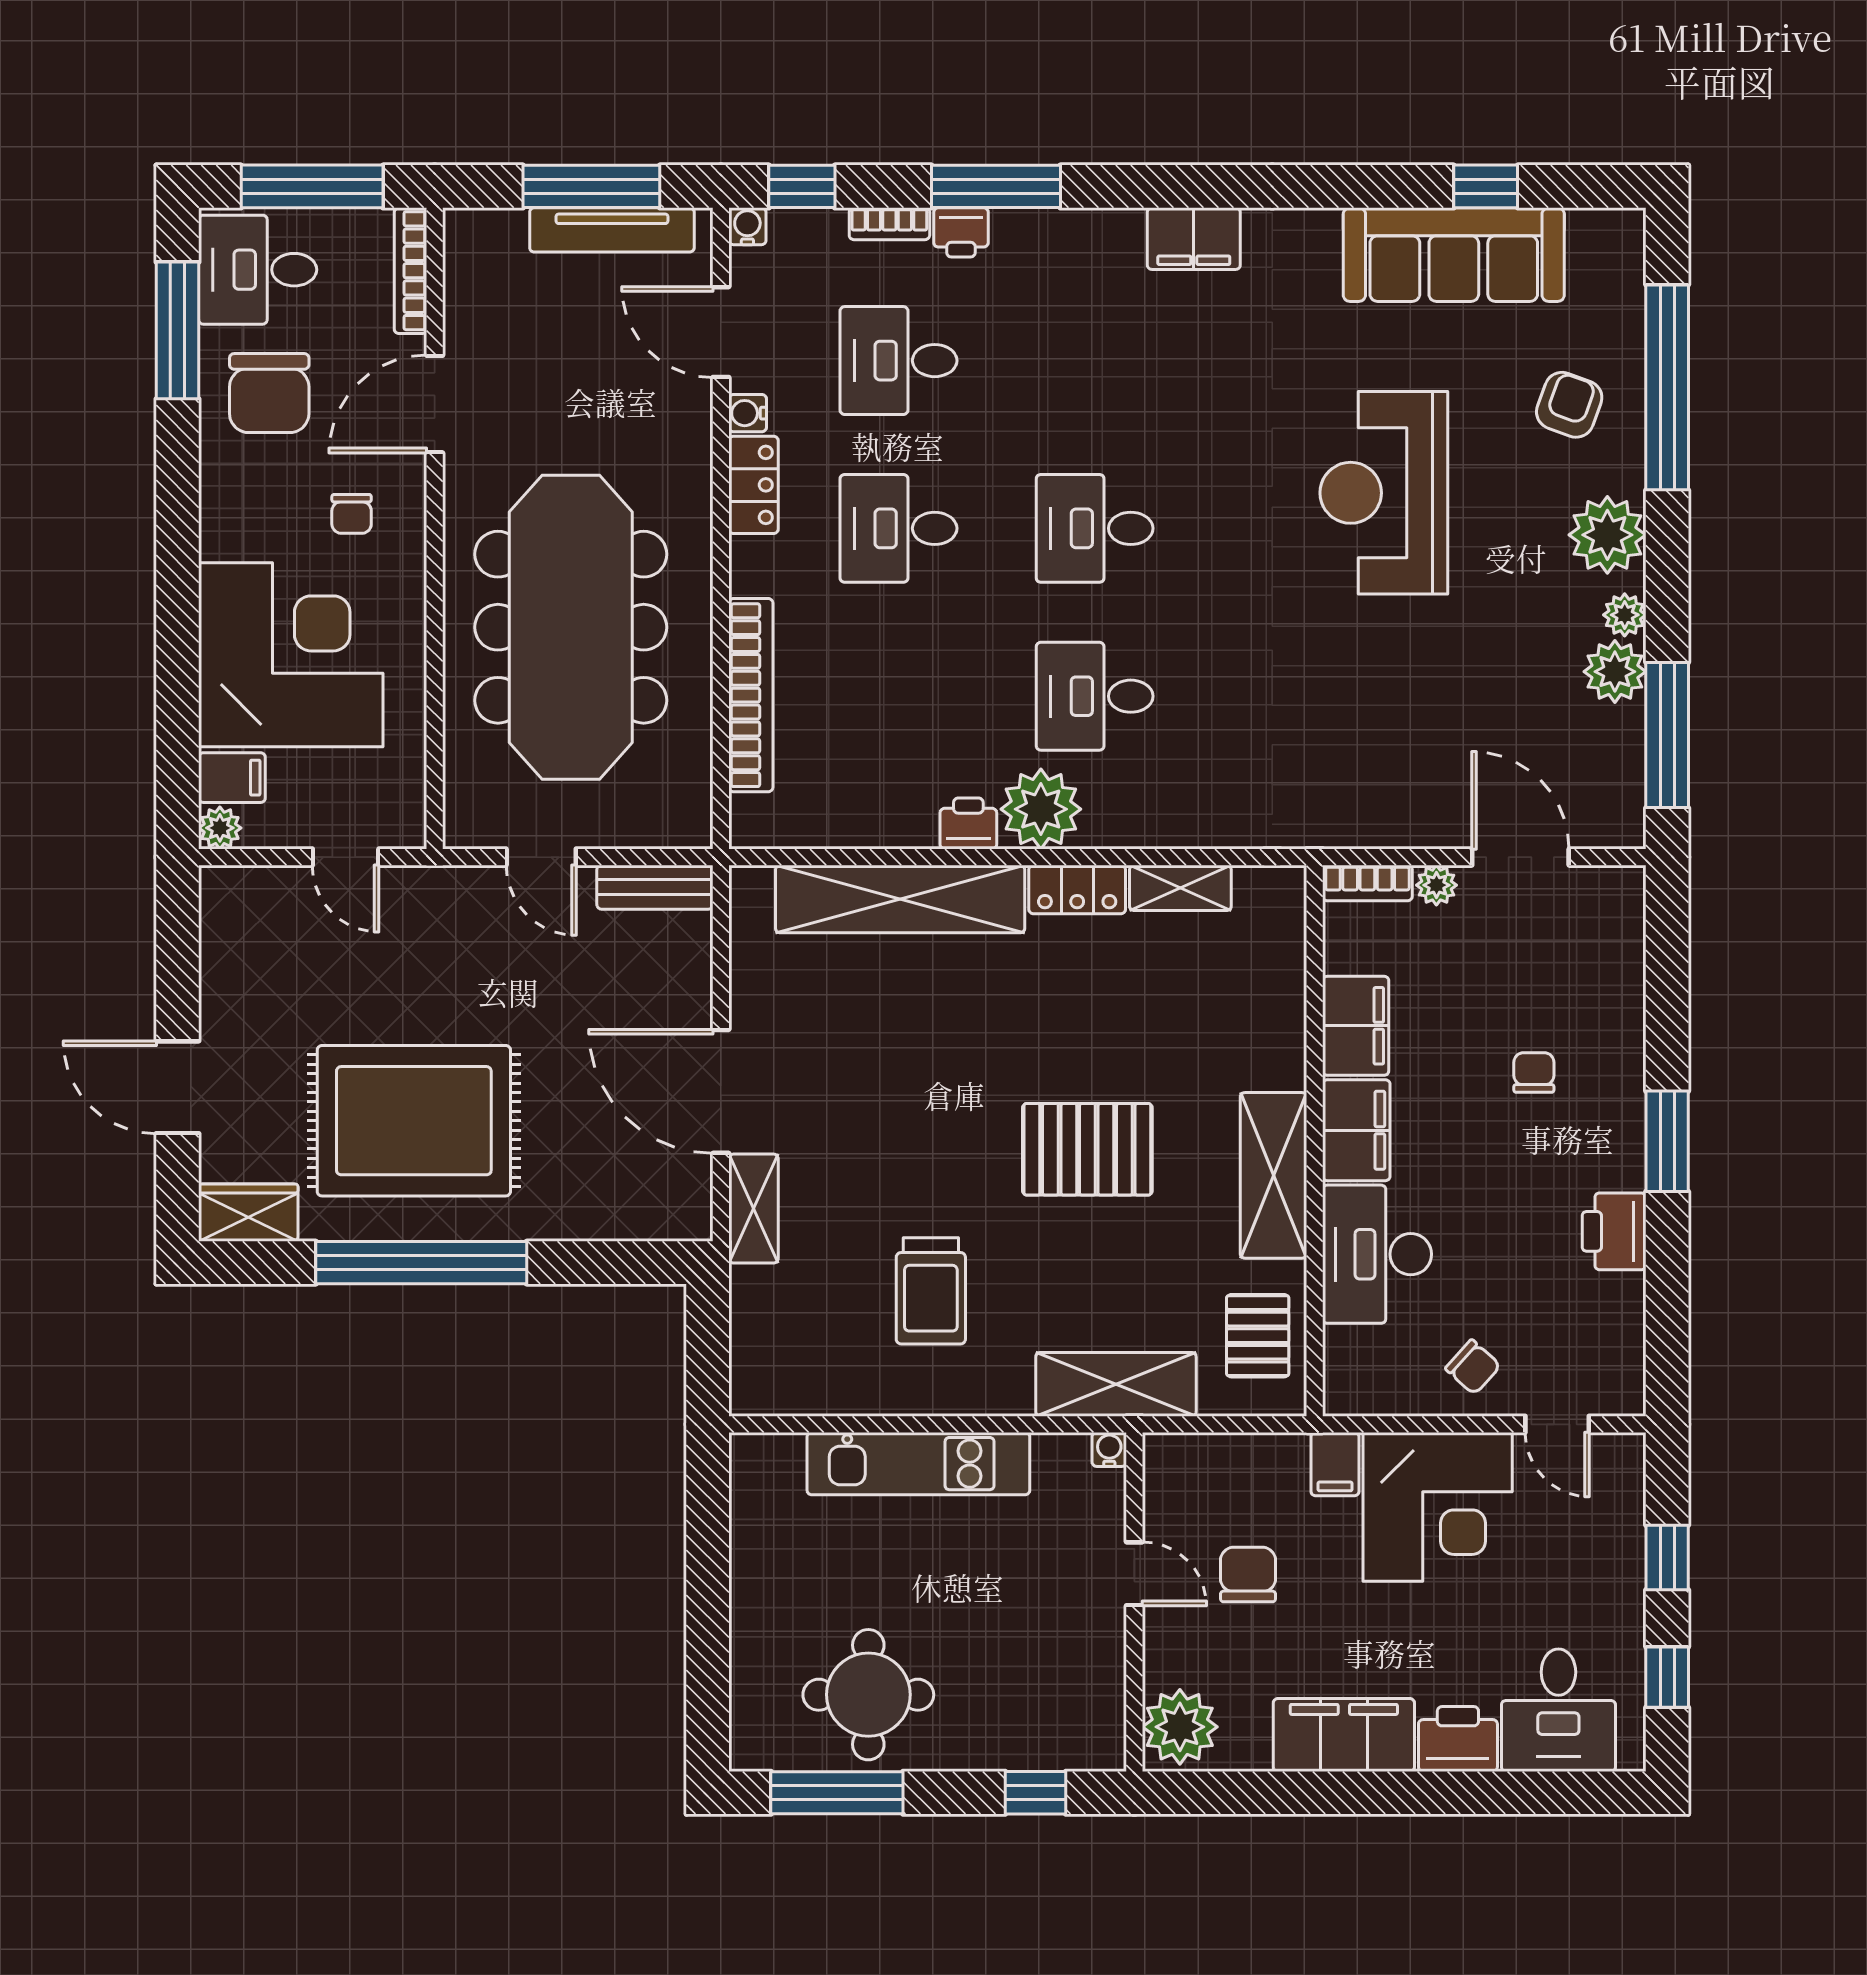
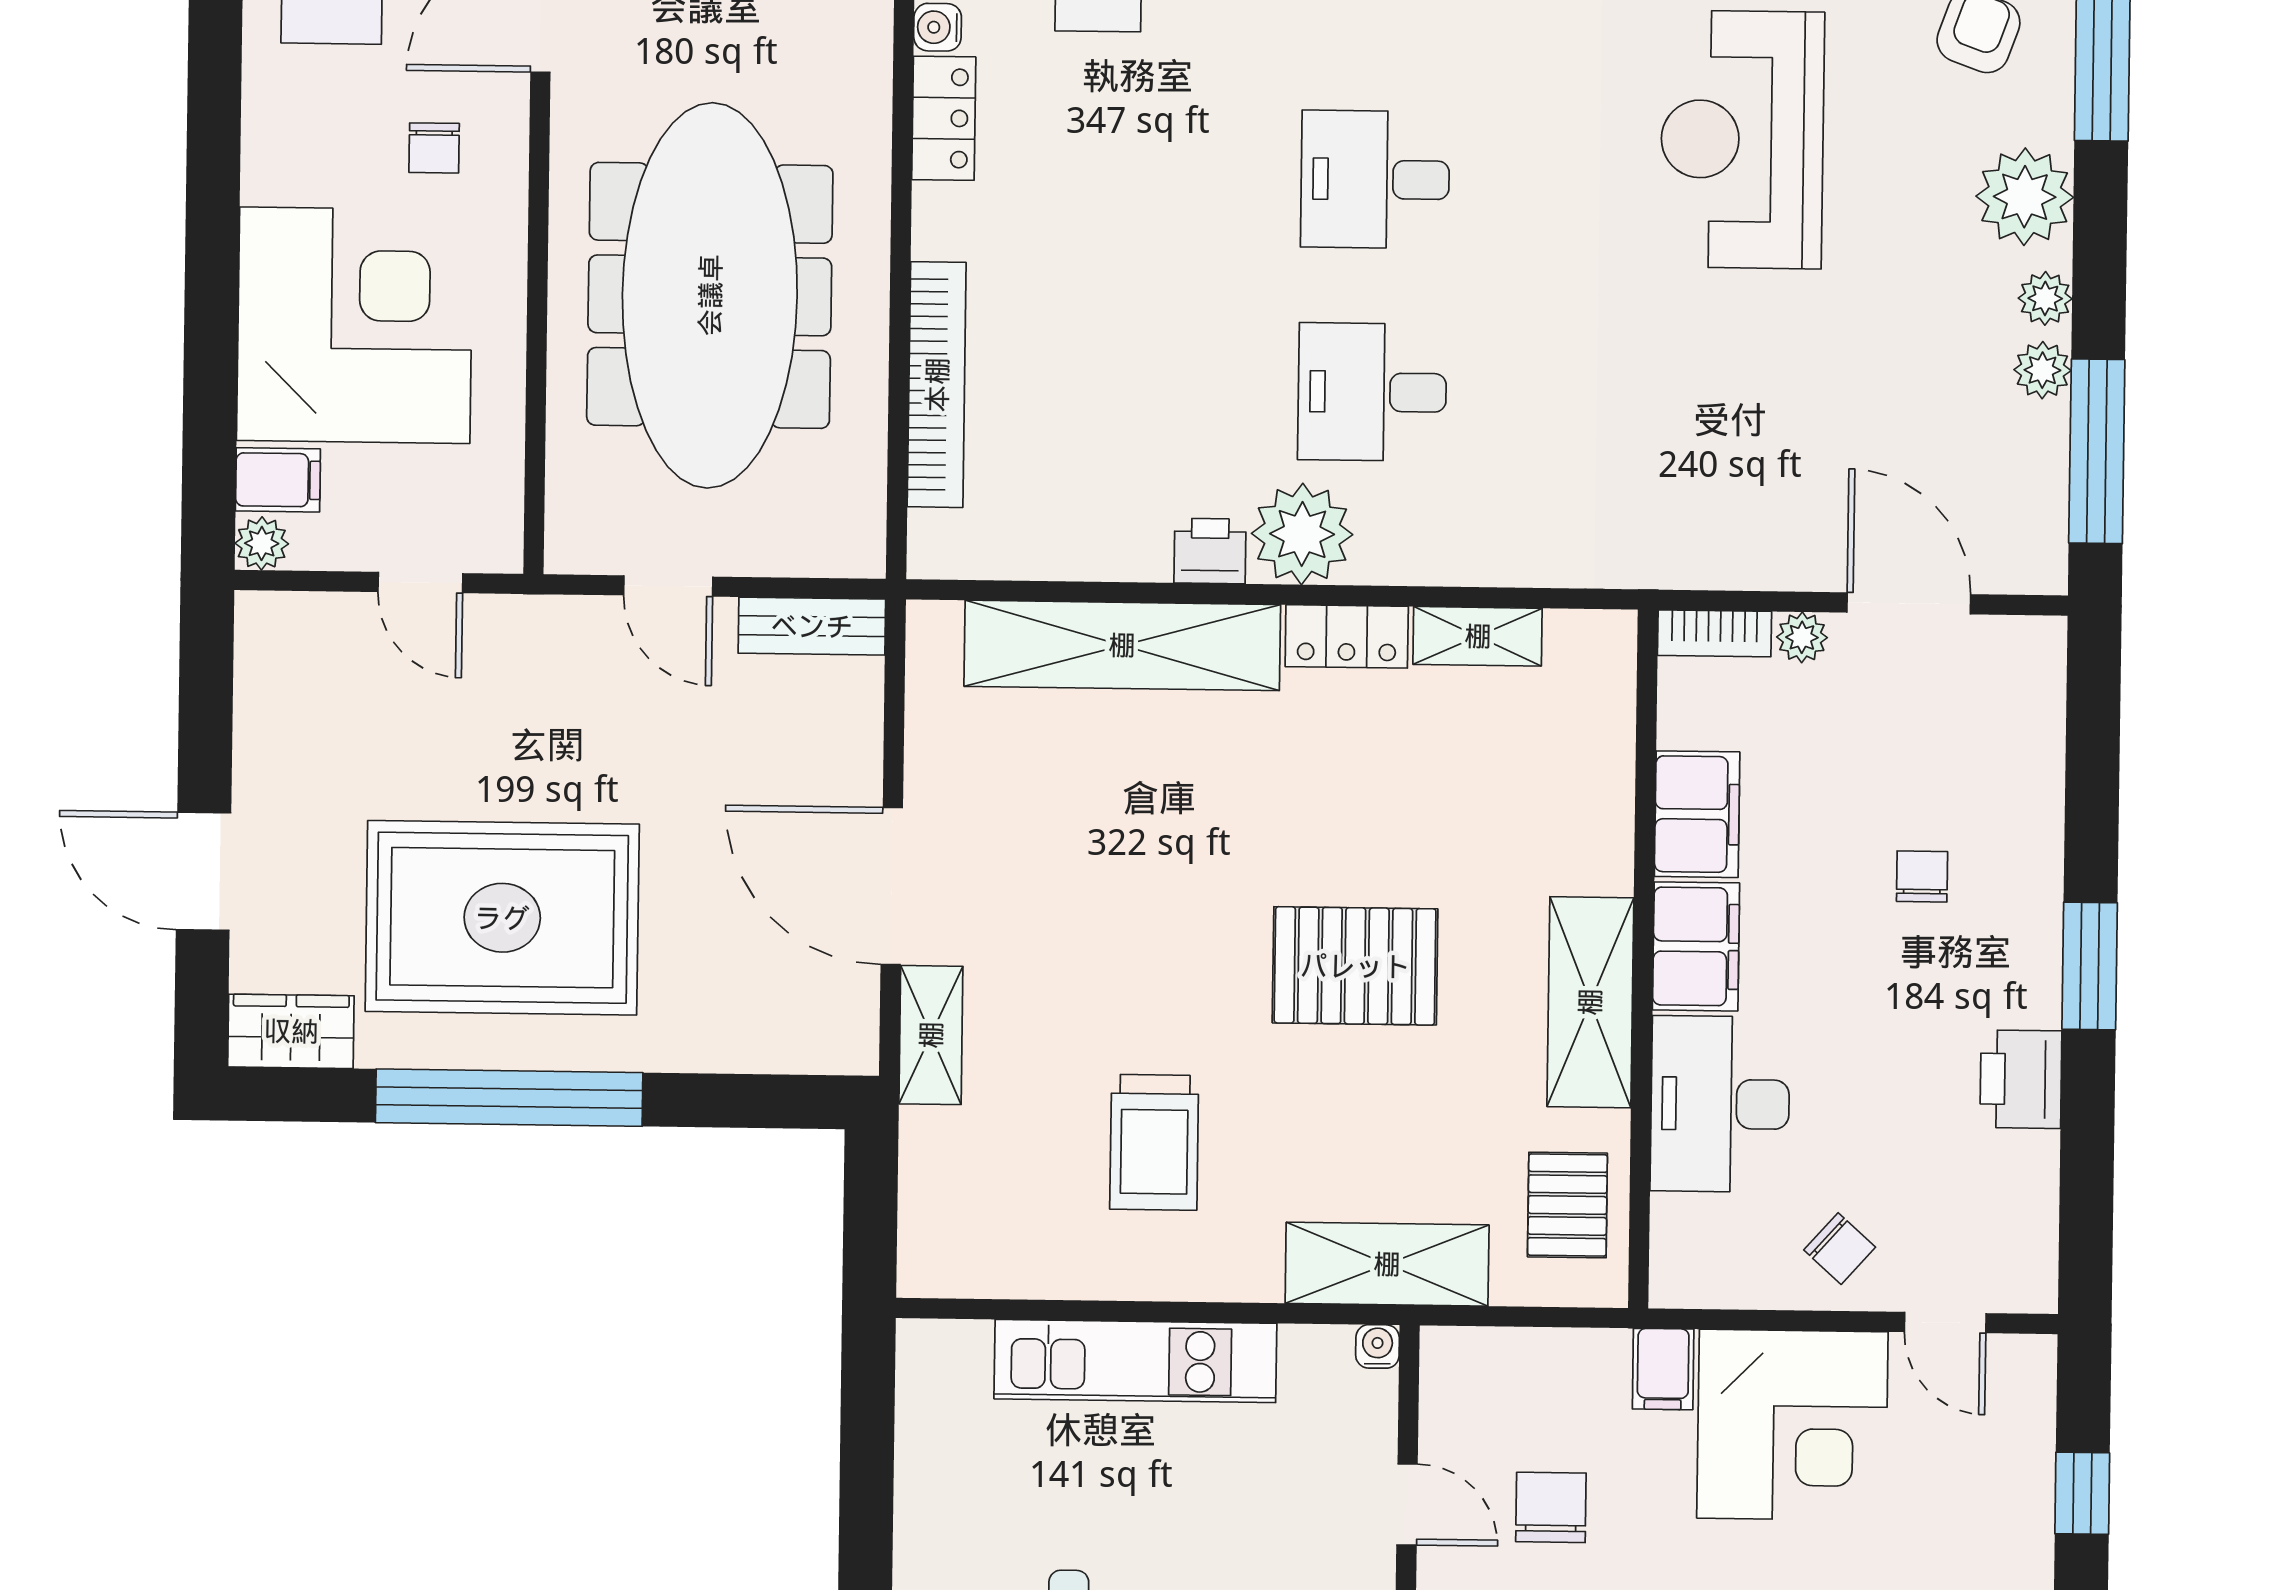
desk: (898, 528) -> (1127, 176), removed
plant: (1615, 672) -> (2042, 370), width x0.73, depth x0.73

